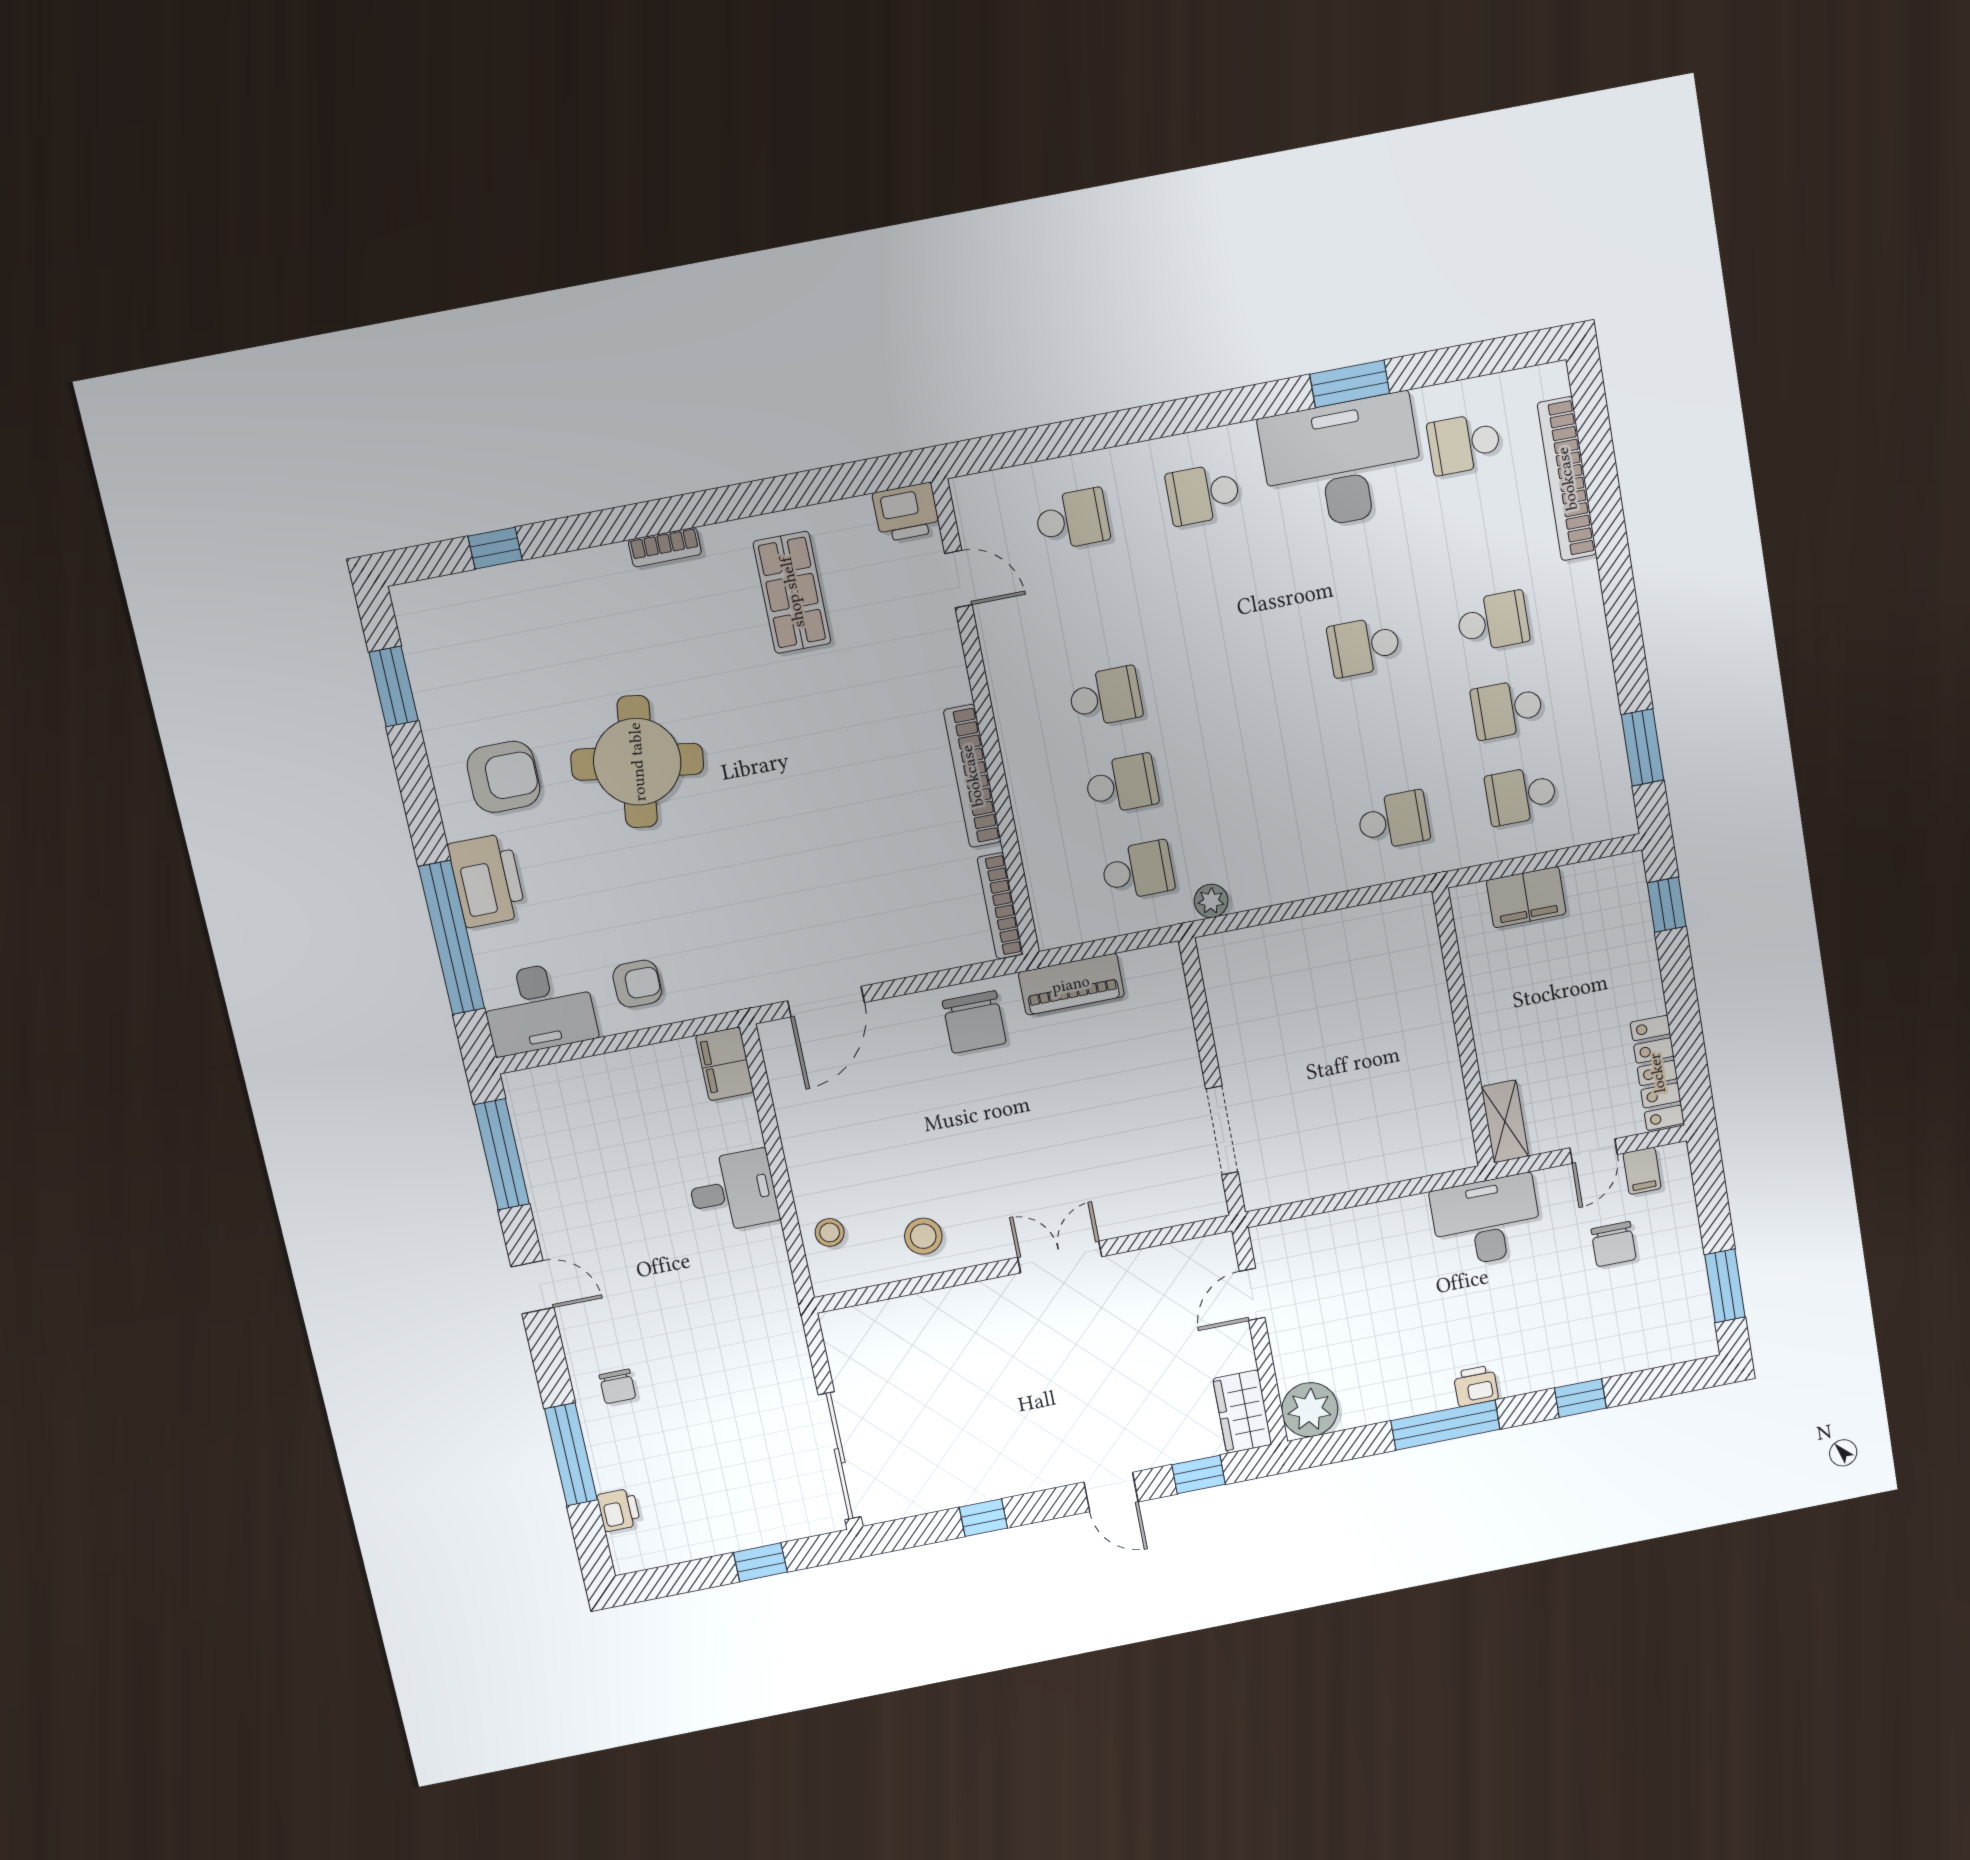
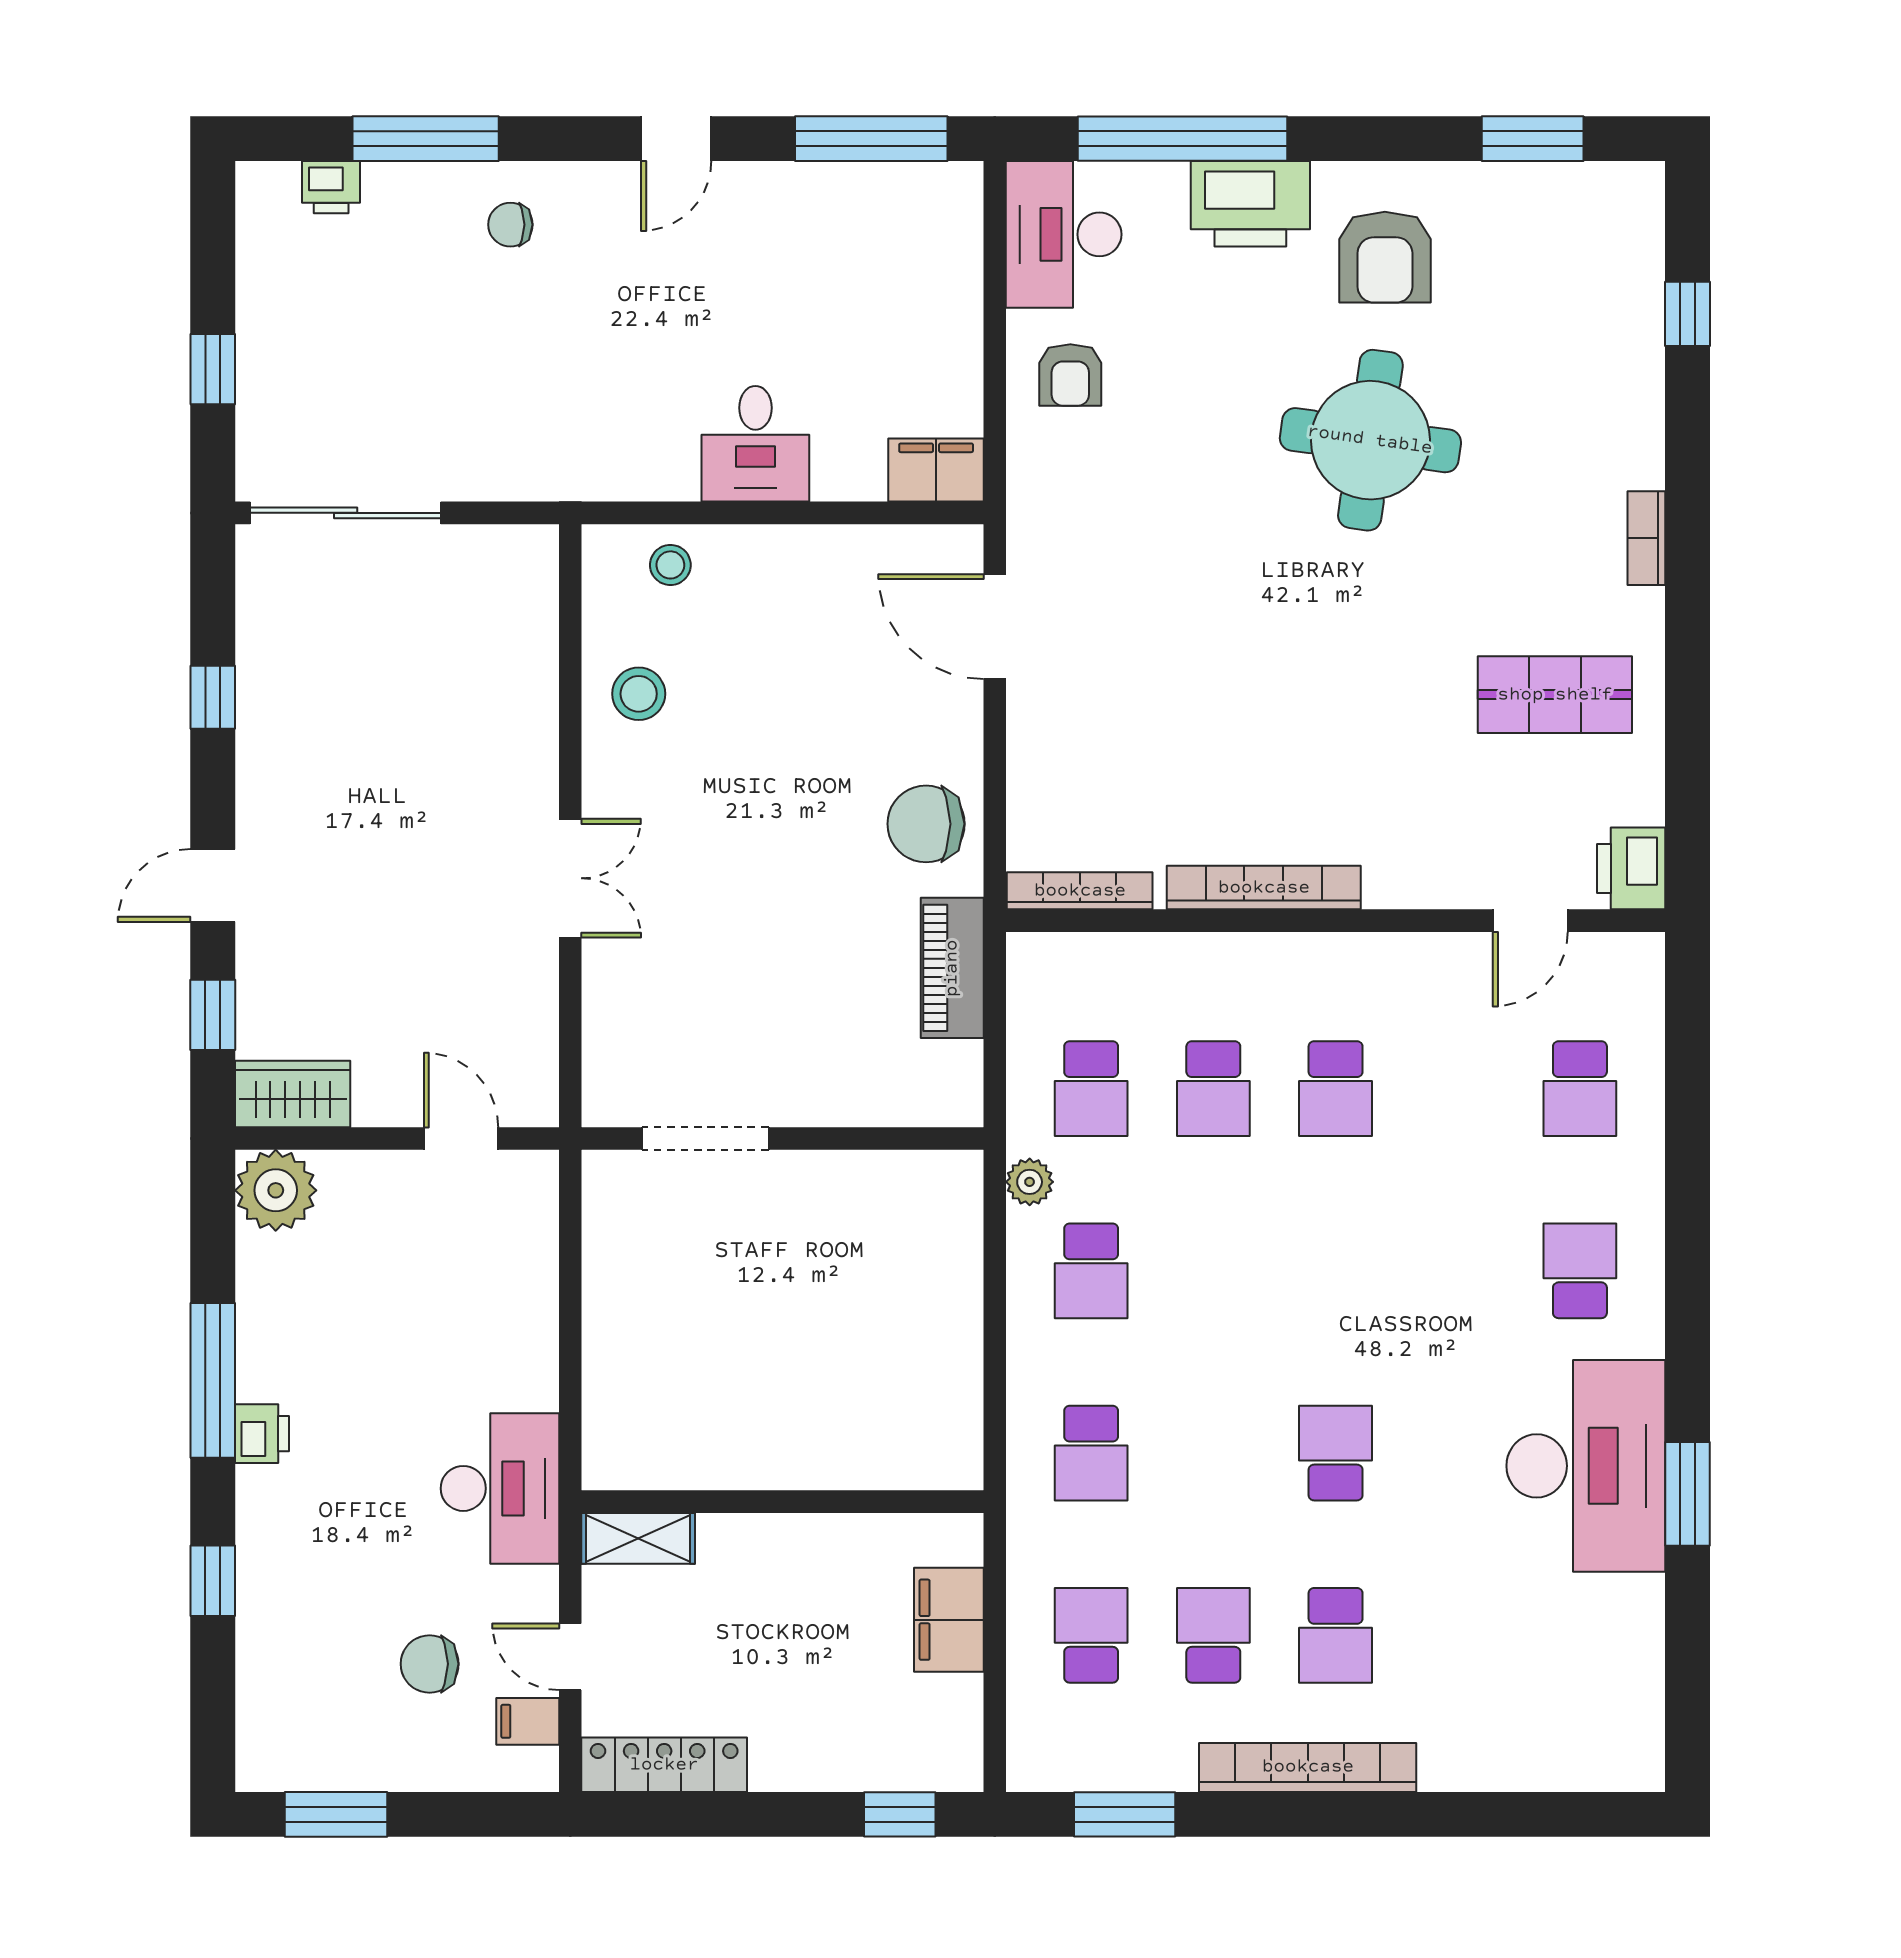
school desk: (1464, 444) -> (1091, 1271), moved, turned 180
bookcase: (1567, 479) -> (1308, 1767), moved

